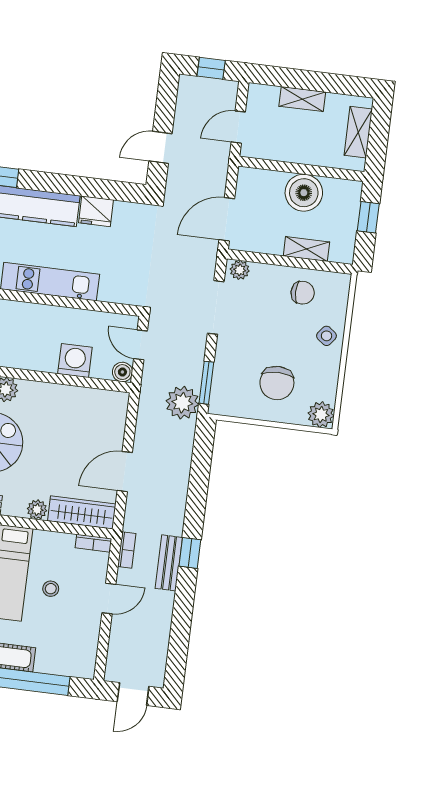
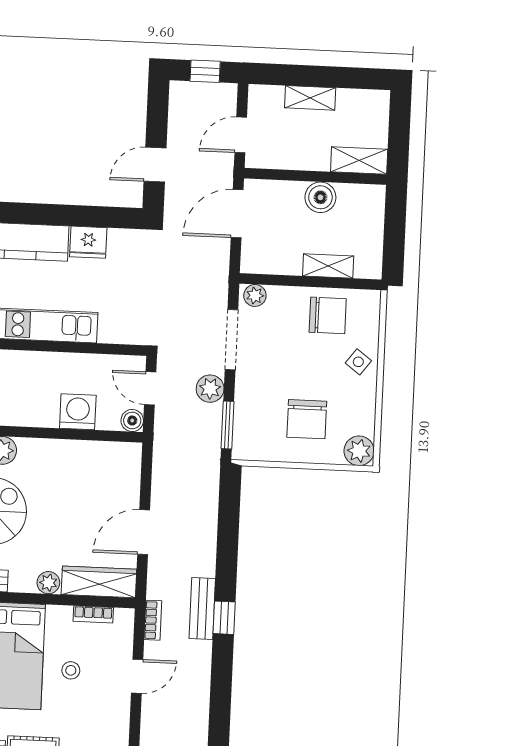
shelving: (358, 132) -> (359, 161), moved, turned 90
boiler: (304, 193) -> (320, 197), width x0.73, depth x0.73
window: (368, 217) -> (395, 225), removed
door: (227, 219) -> (237, 214), moved
chair: (303, 293) -> (328, 315), width x1.37, depth x1.37
plant: (182, 403) -> (210, 389), moved, width x0.73, depth x0.73
bookcase: (93, 543) -> (93, 614), moved
bench: (169, 563) -> (202, 609), moved

